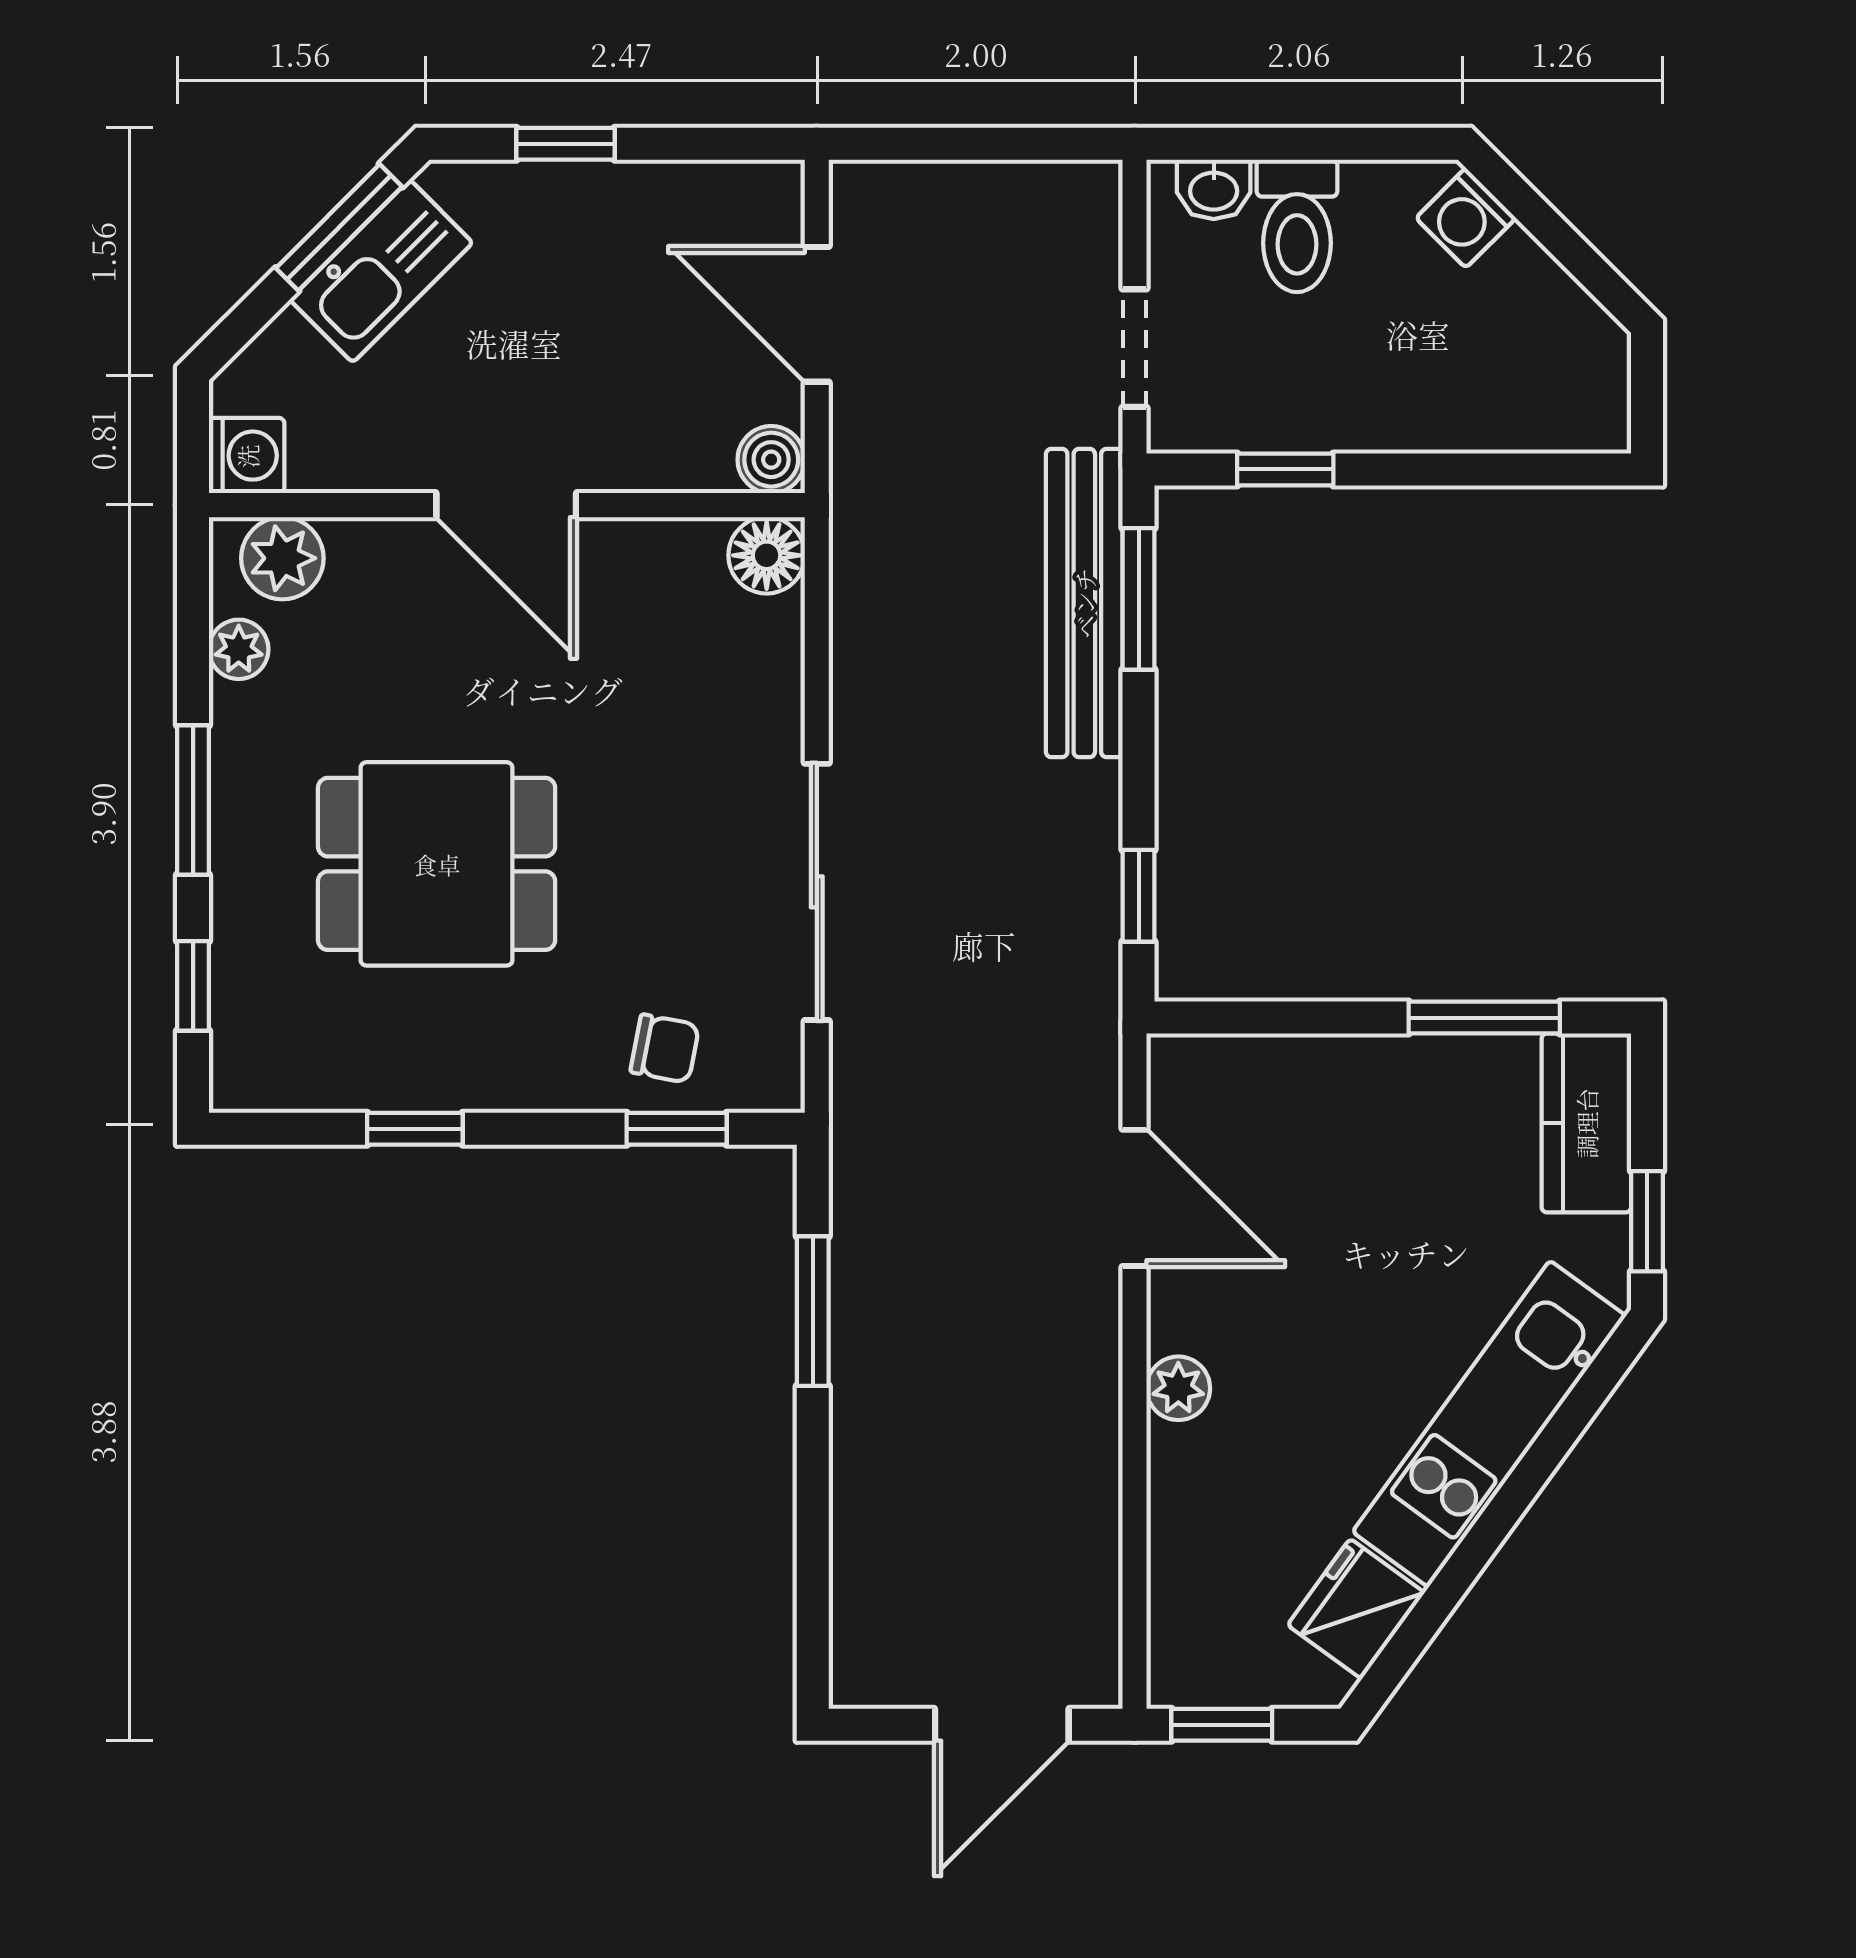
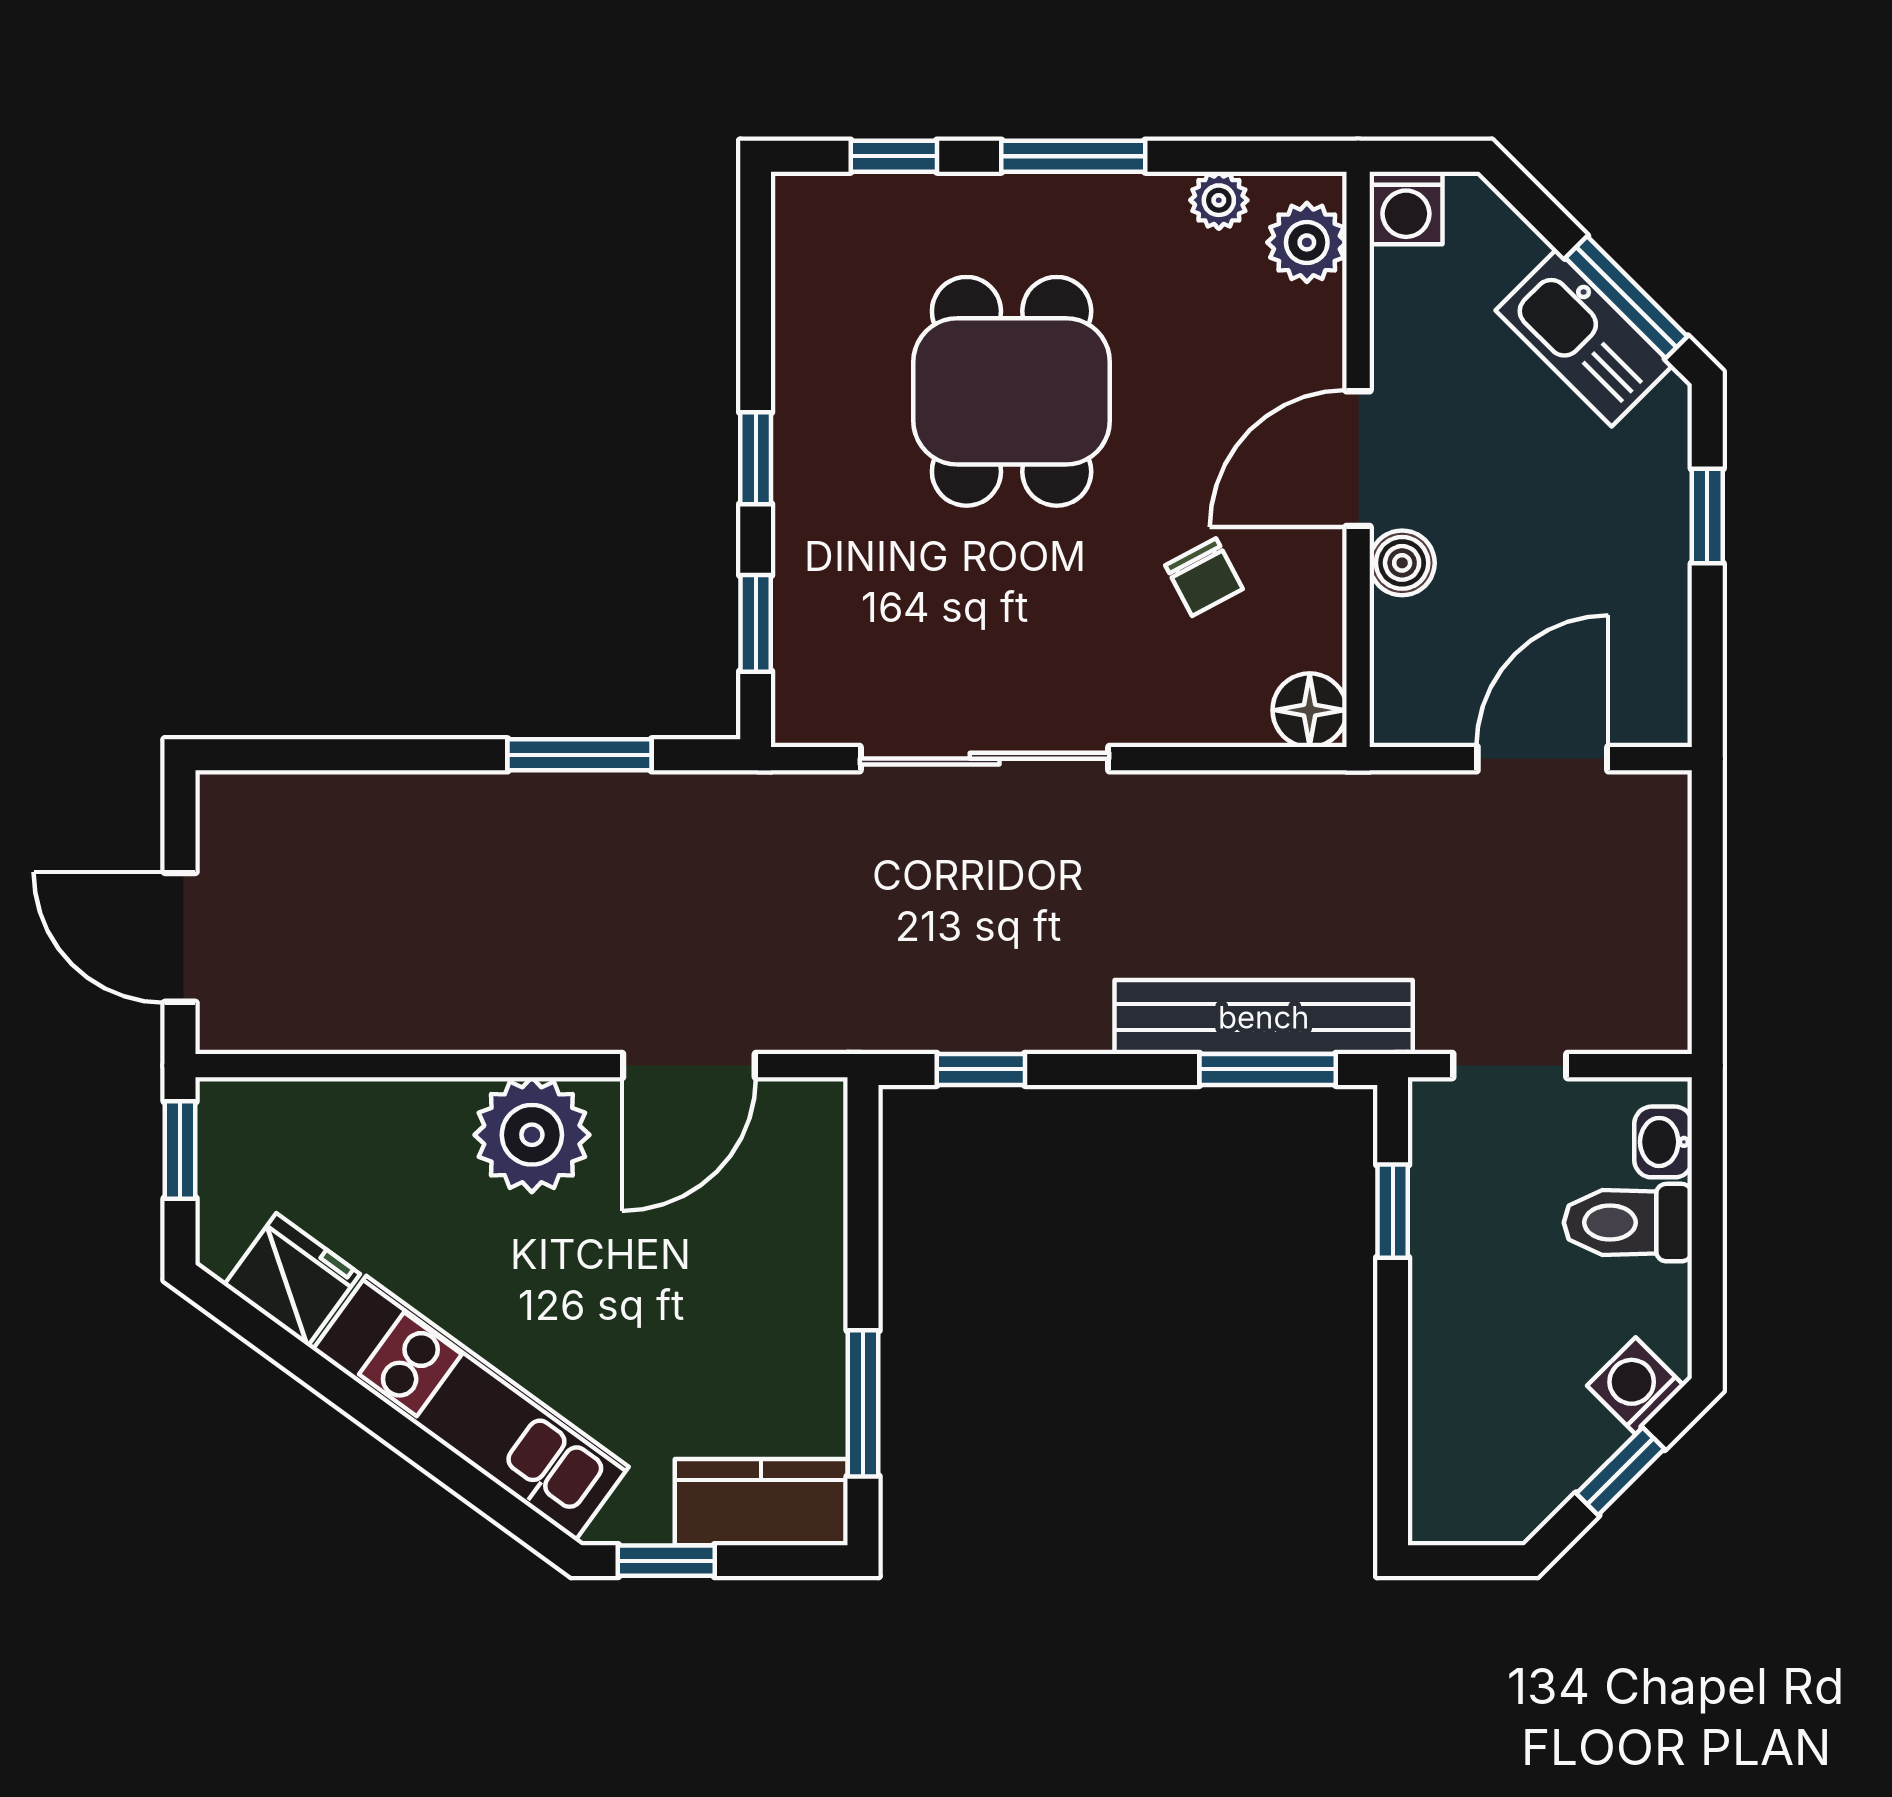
window: (1554, 234) -> (1620, 1471), added
boiler: (771, 460) -> (1402, 563), moved
chair: (665, 1049) -> (1204, 577), moved, turned -39
window: (415, 1129) -> (756, 458), moved
plant: (1178, 1388) -> (532, 1135), width x1.87, depth x1.87

